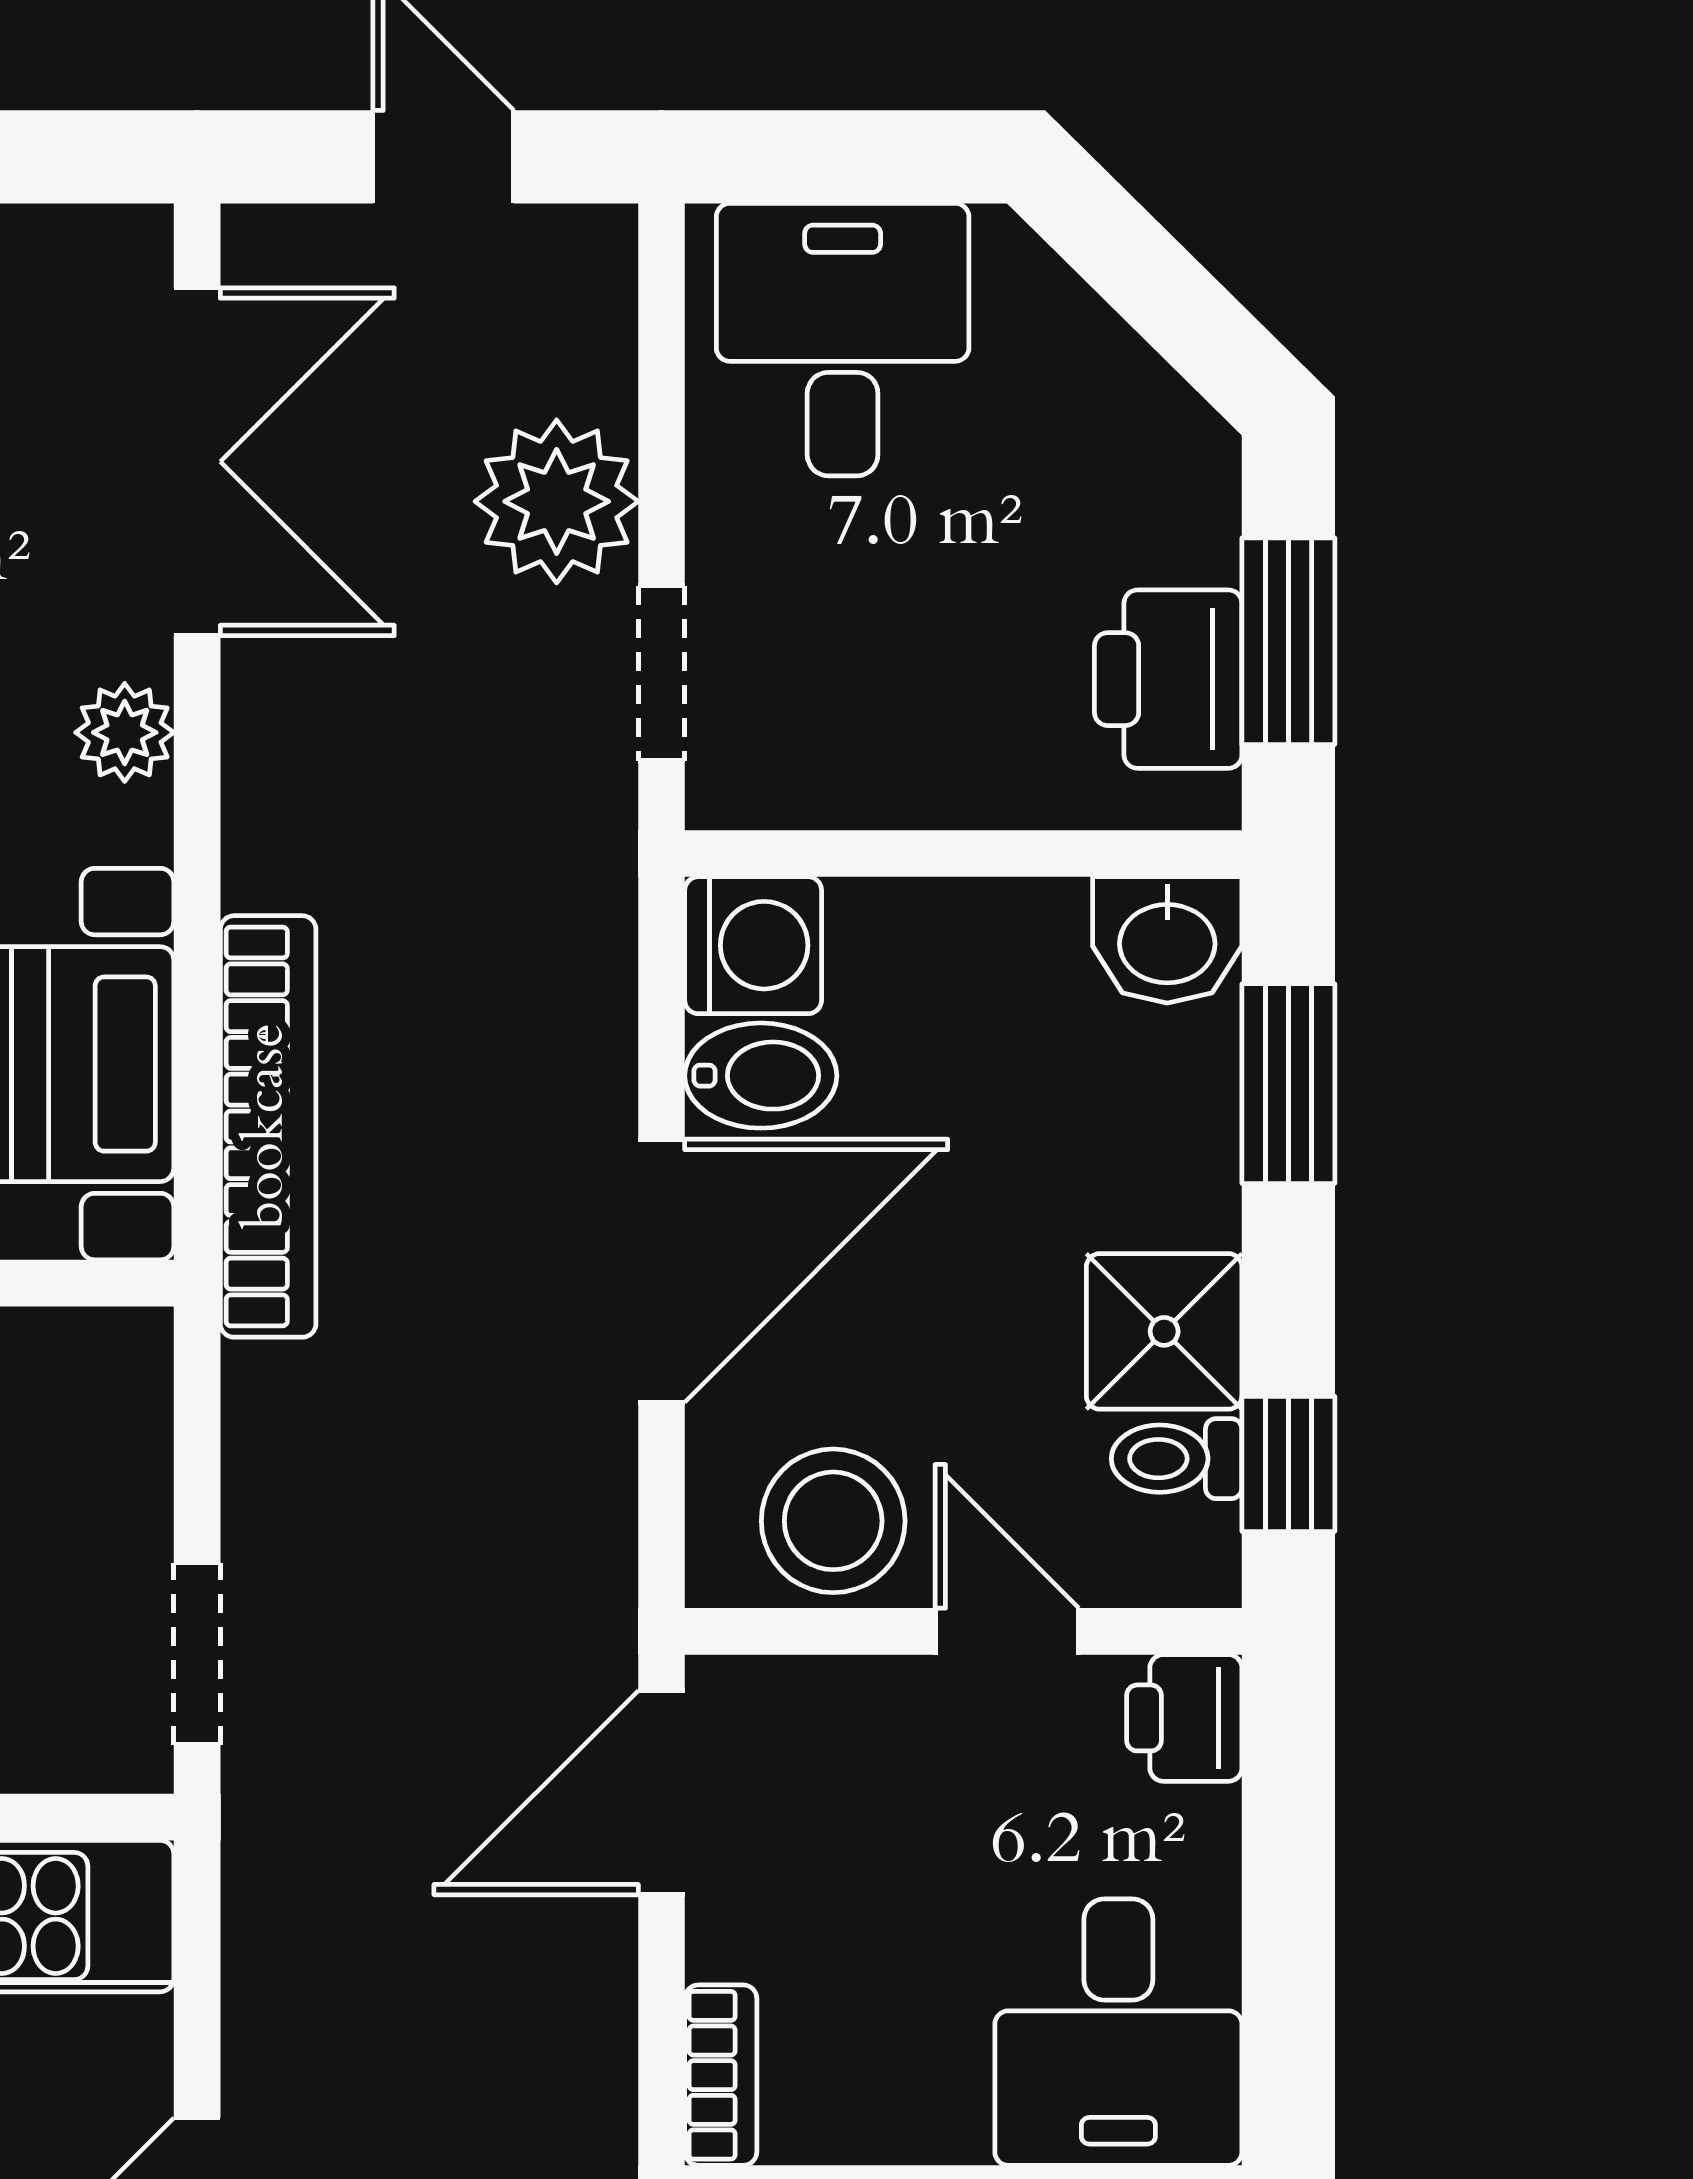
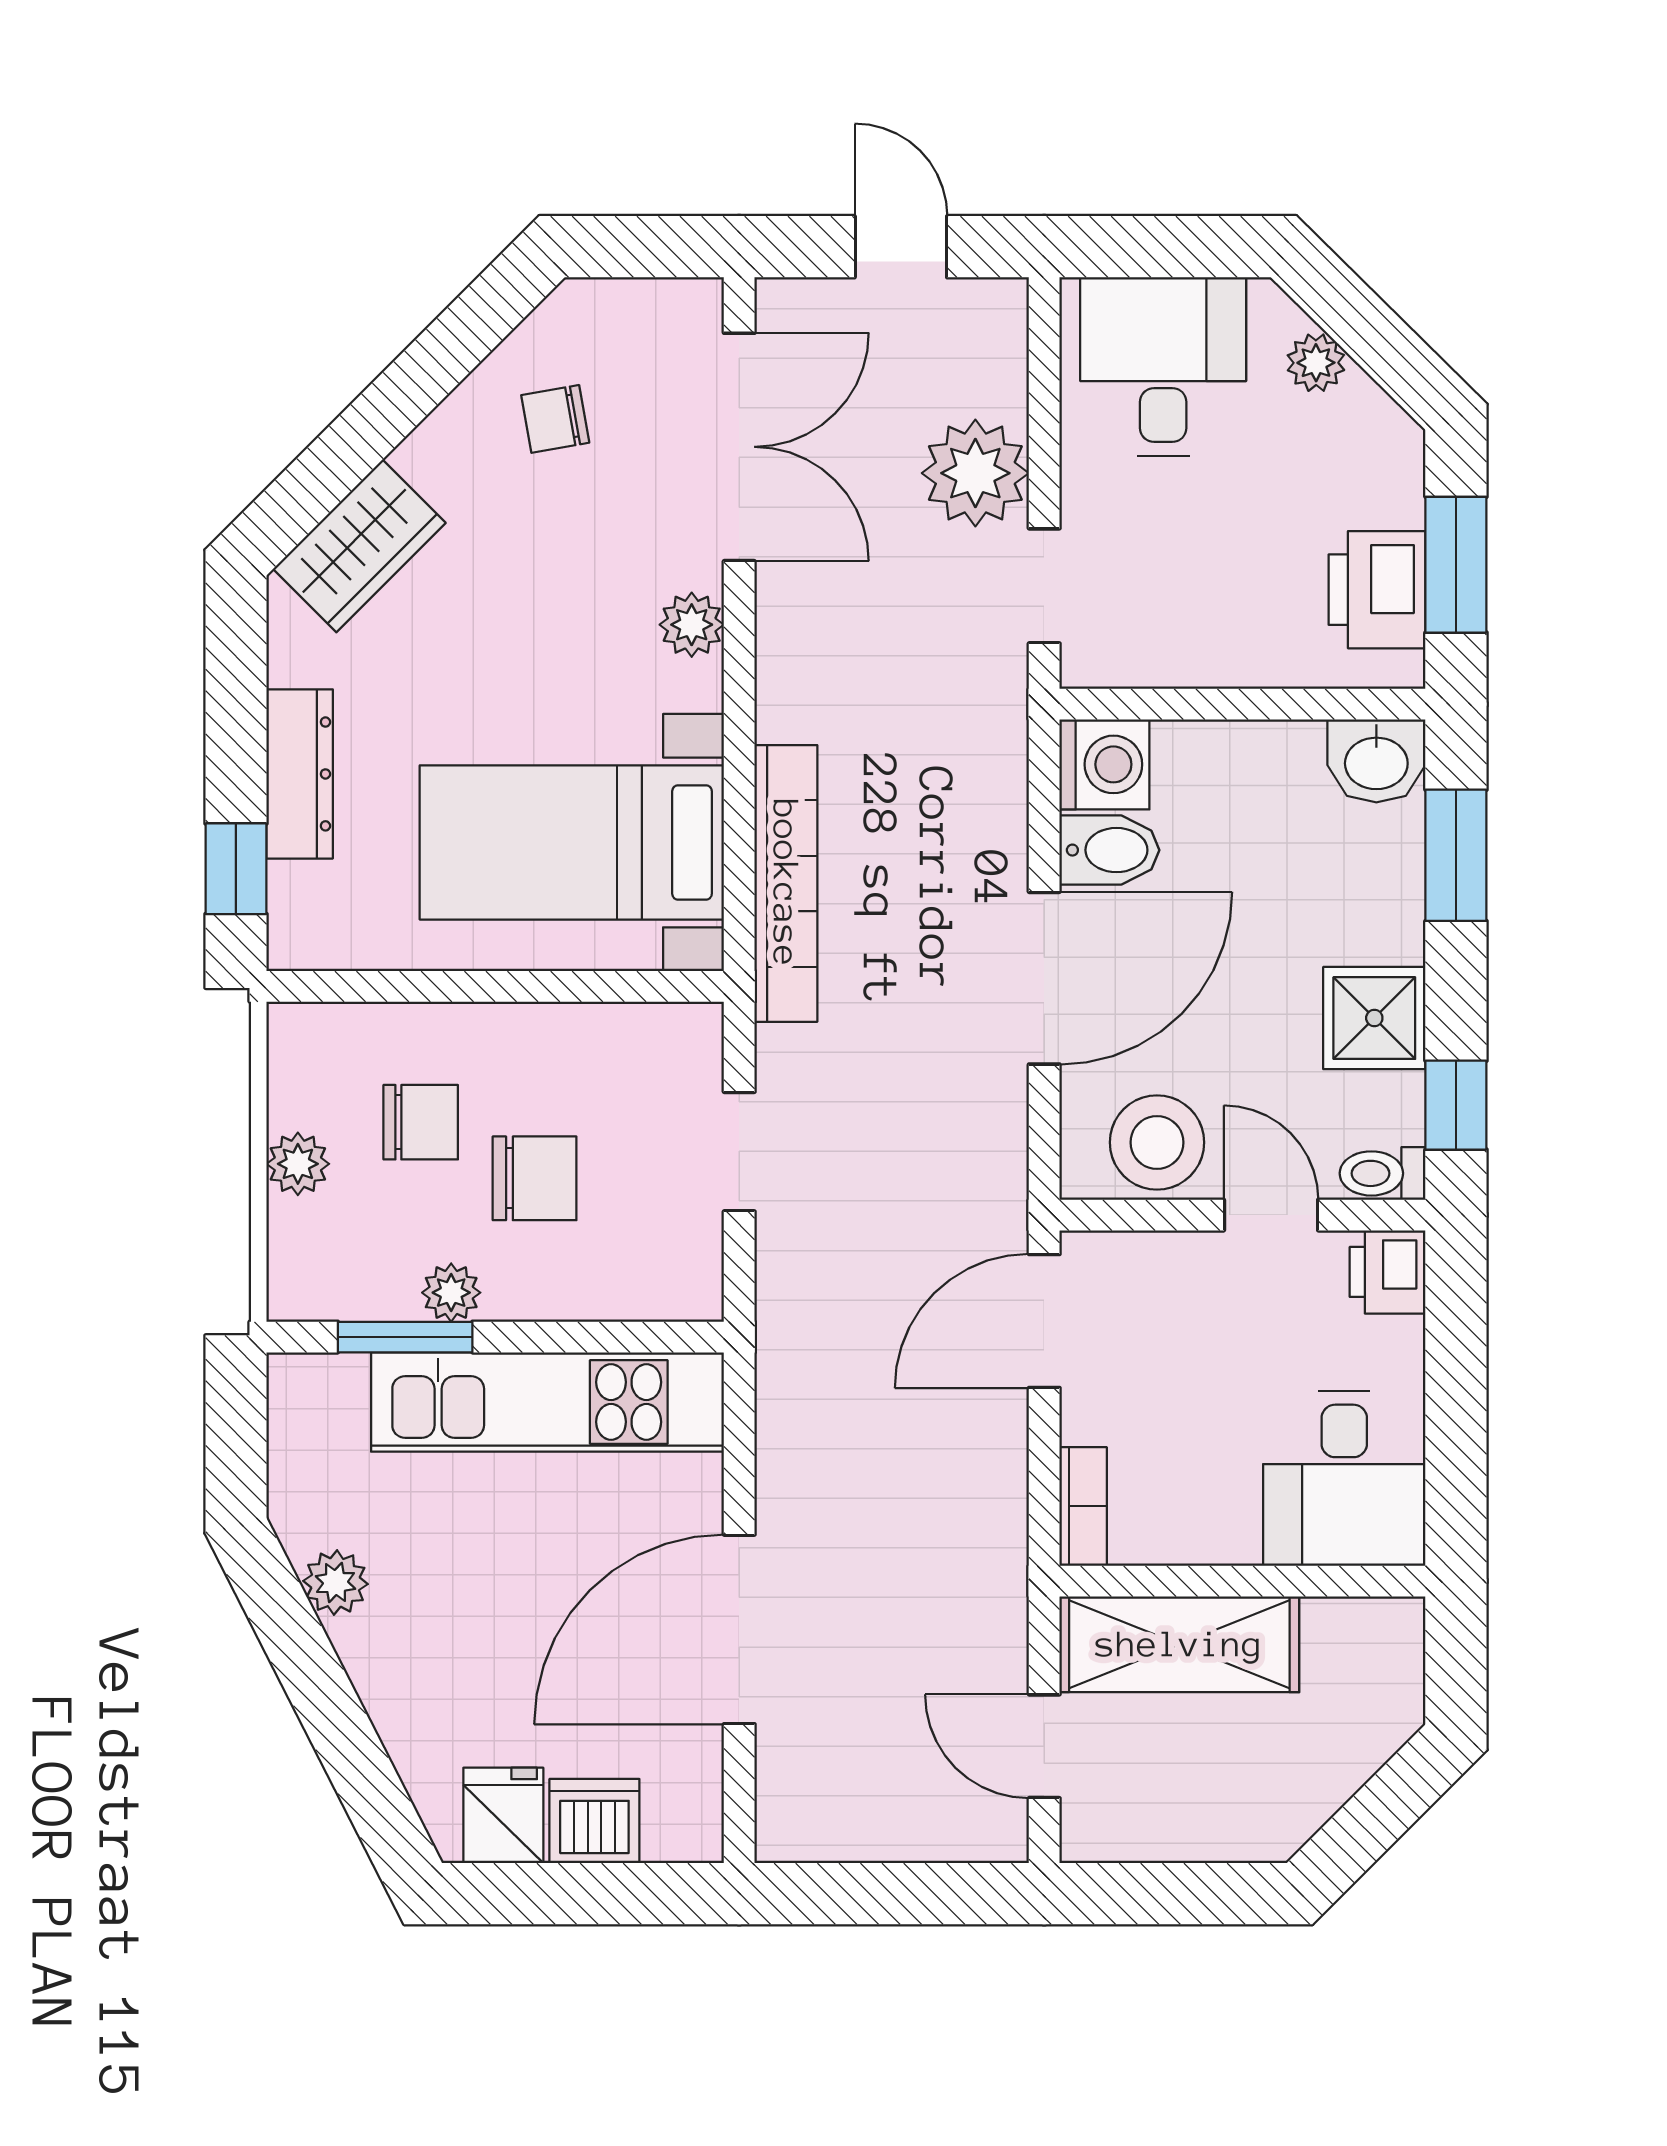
plant: (1075, 333) -> (1316, 363), added
toilet: (1177, 1459) -> (1383, 1173), moved
doorway: (197, 1654) -> (739, 1152), moved

